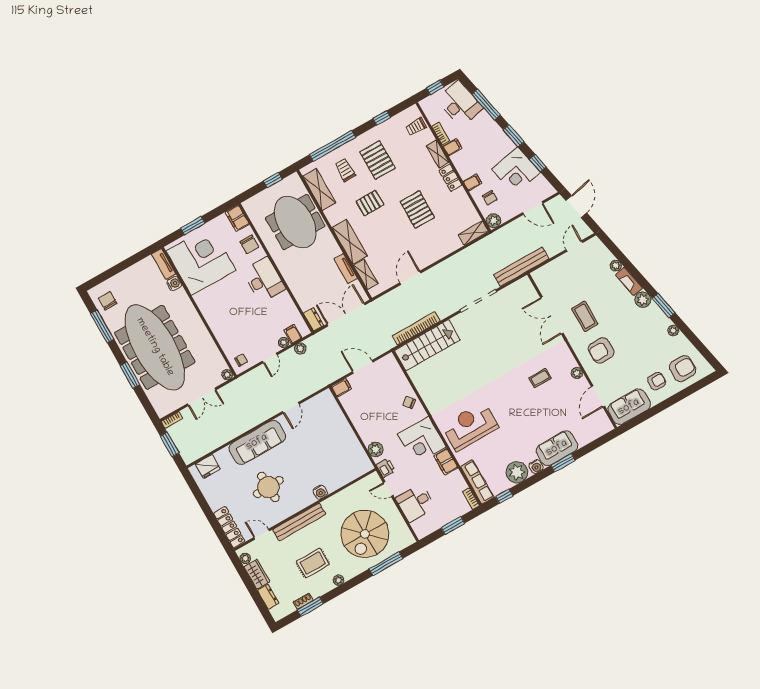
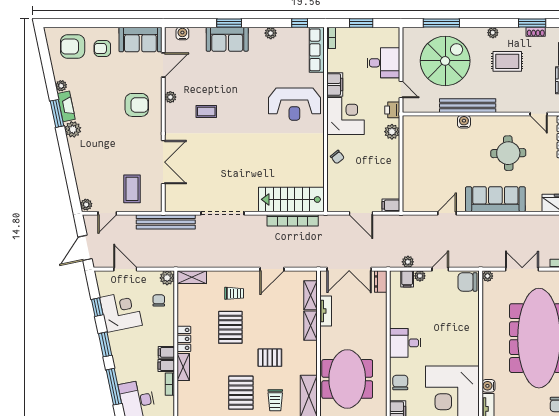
trolley: (416, 127) -> (234, 293), moved
filing cabinet: (472, 182) -> (166, 352), moved
shelving: (350, 242) -> (310, 326), width x0.67, depth x0.75
plant: (616, 266) -> (86, 205), moved
desk: (264, 280) -> (405, 343), width x0.73
fireplace: (629, 281) -> (66, 106), moved
coffee table: (585, 316) -> (132, 189), moved
chair: (241, 360) -> (468, 282), width x1.87, depth x1.87
water cooler: (536, 467) -> (182, 34), moved
plant: (517, 472) -> (271, 33), width x0.53, depth x0.53
bench: (299, 522) -> (468, 106), moved

